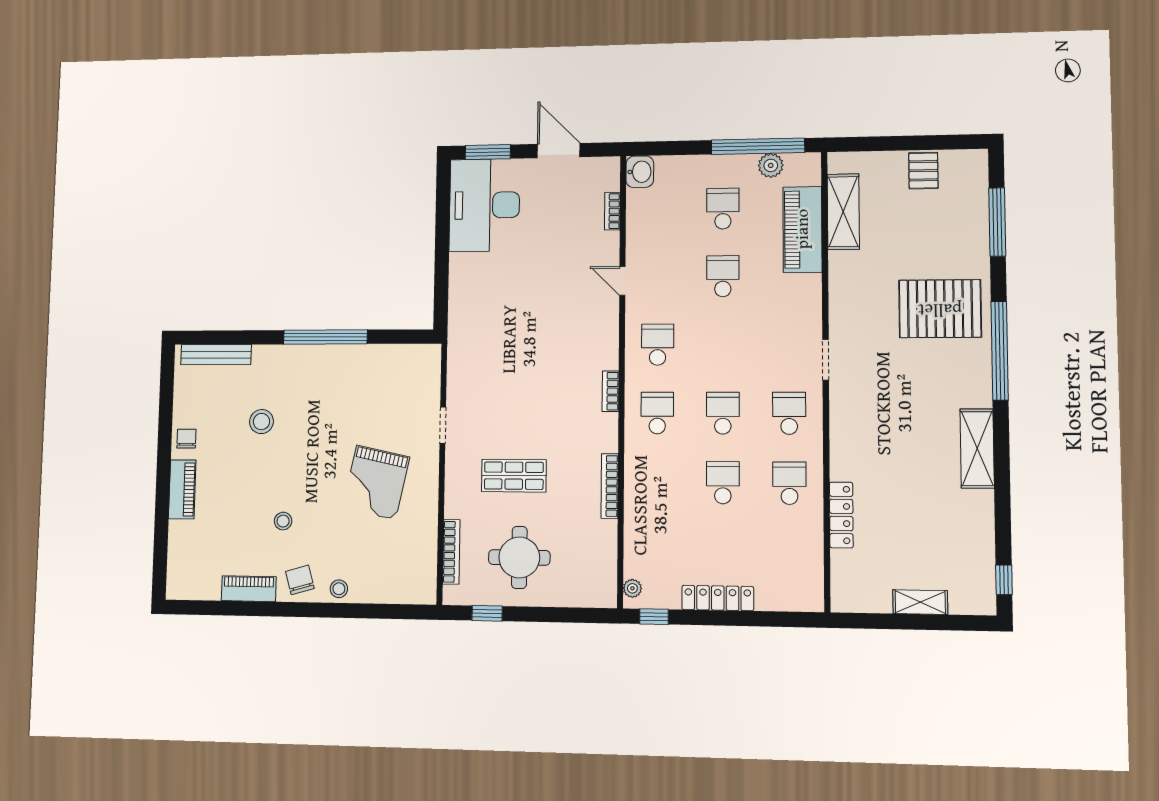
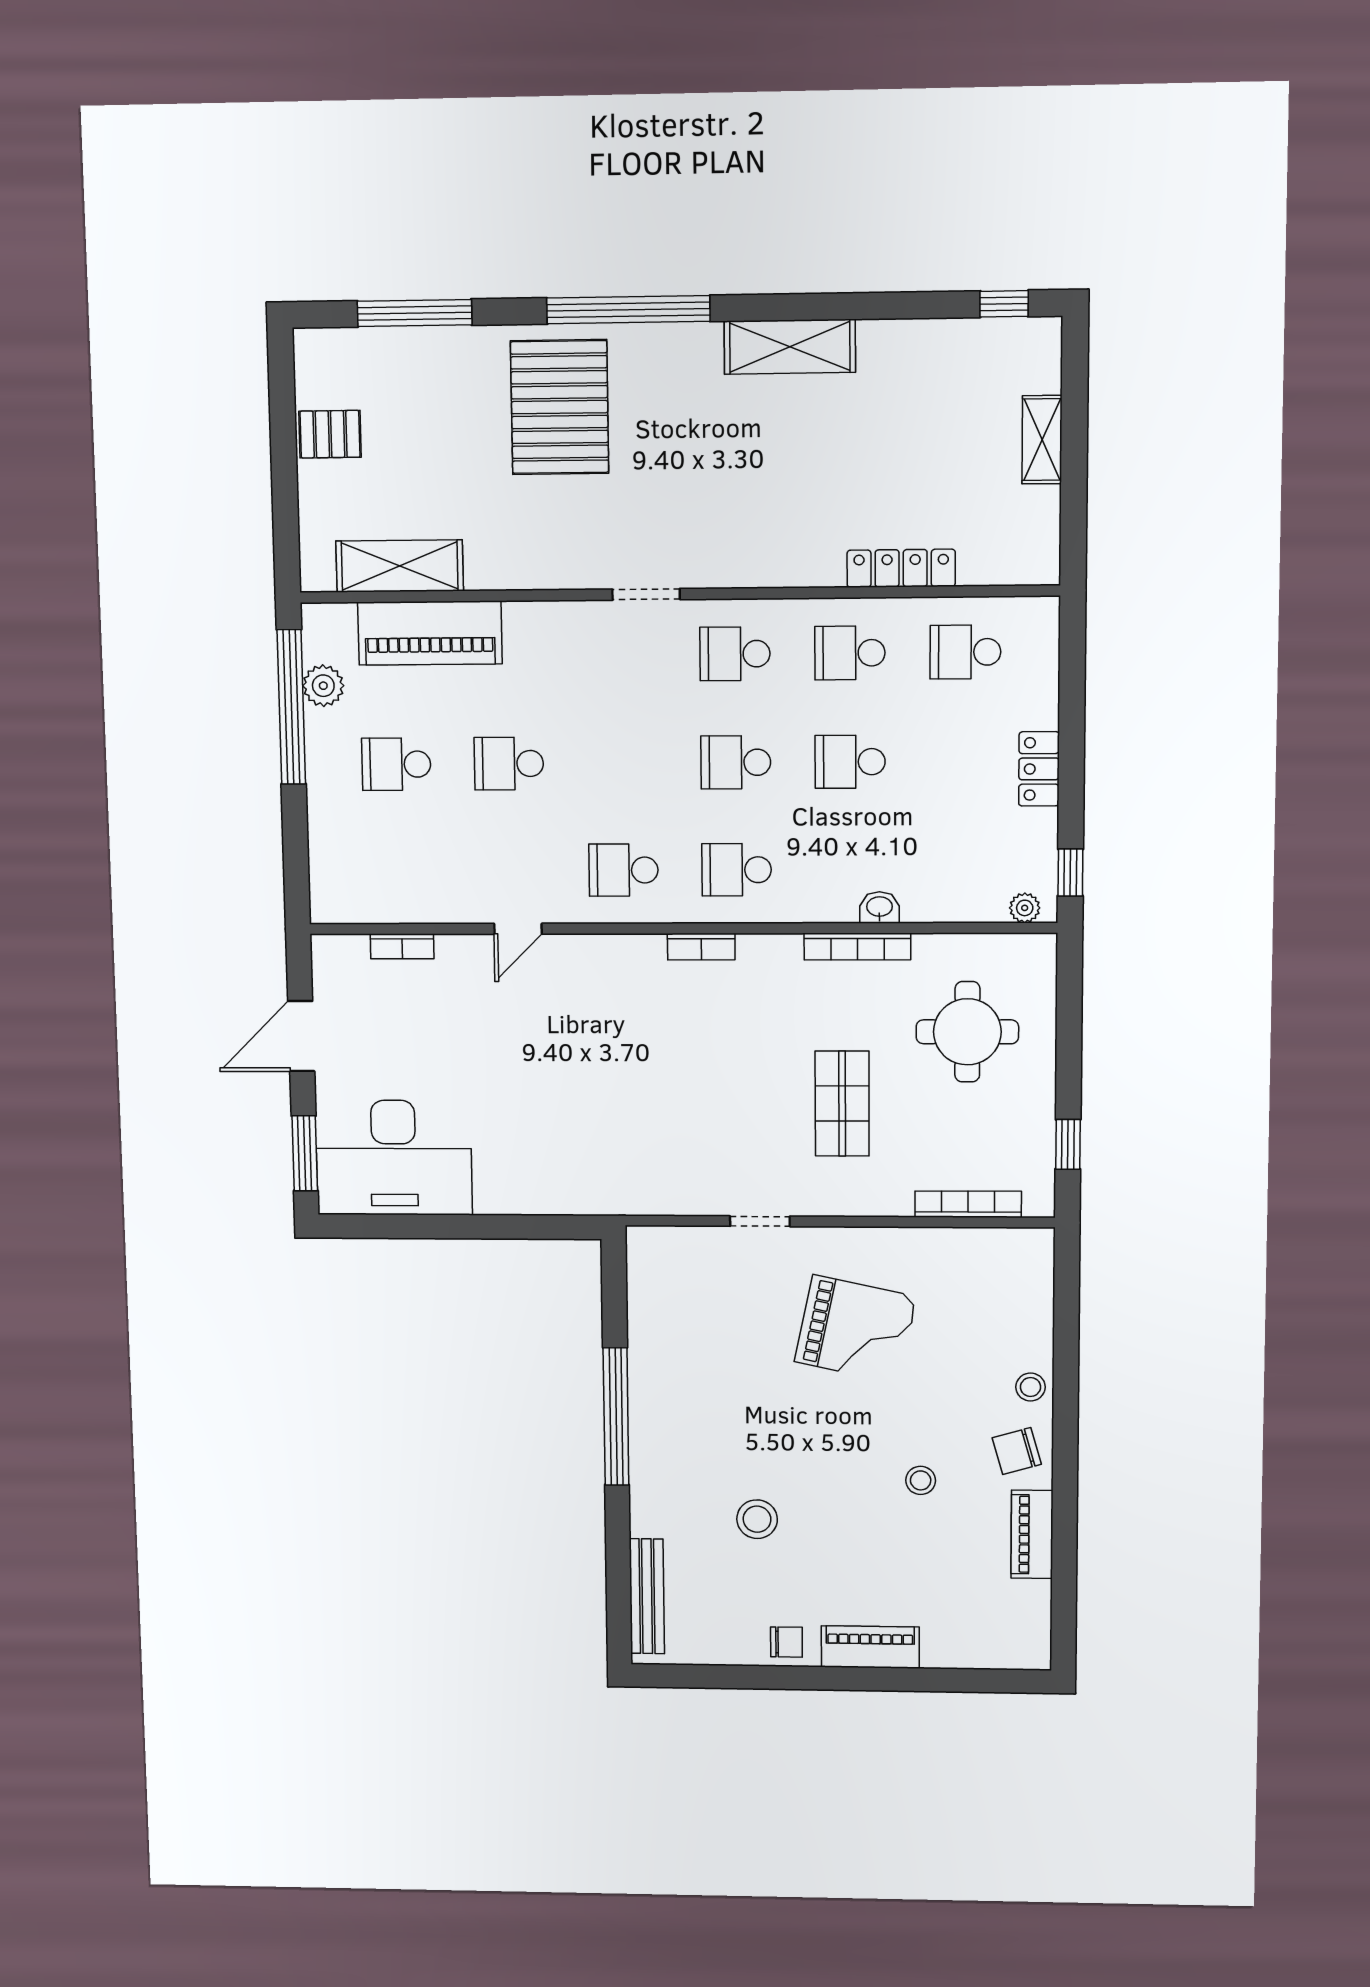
washbasin: (640, 172) -> (879, 907), moved, width x0.72, depth x0.69
chair: (186, 439) -> (786, 1642), turned 180
school desk: (790, 554) -> (965, 652), added
round table: (519, 557) -> (967, 1032), moved
locker: (718, 598) -> (1039, 769), width x0.66

